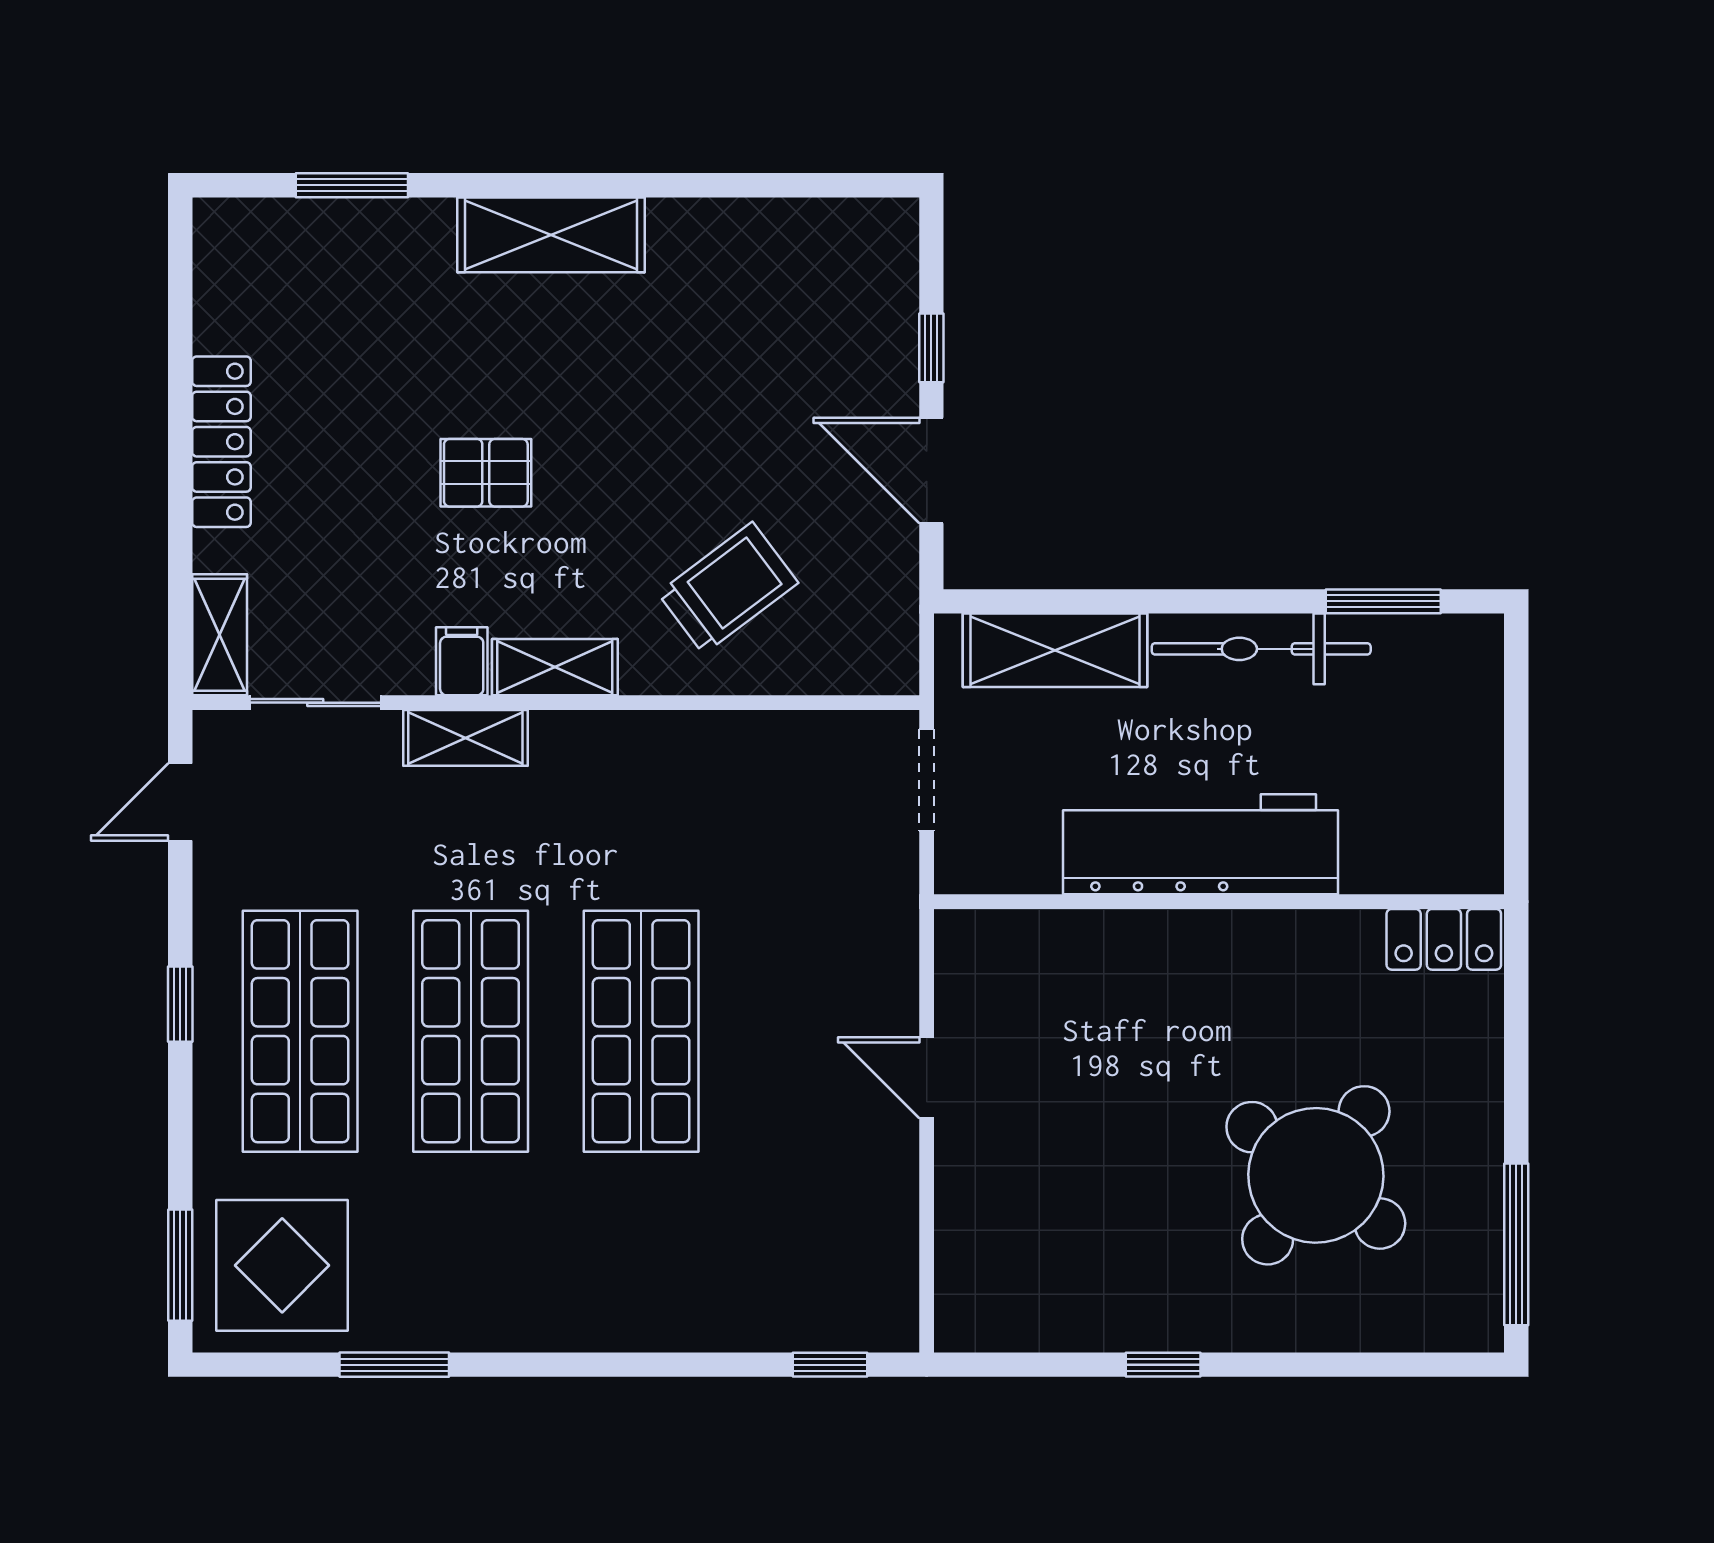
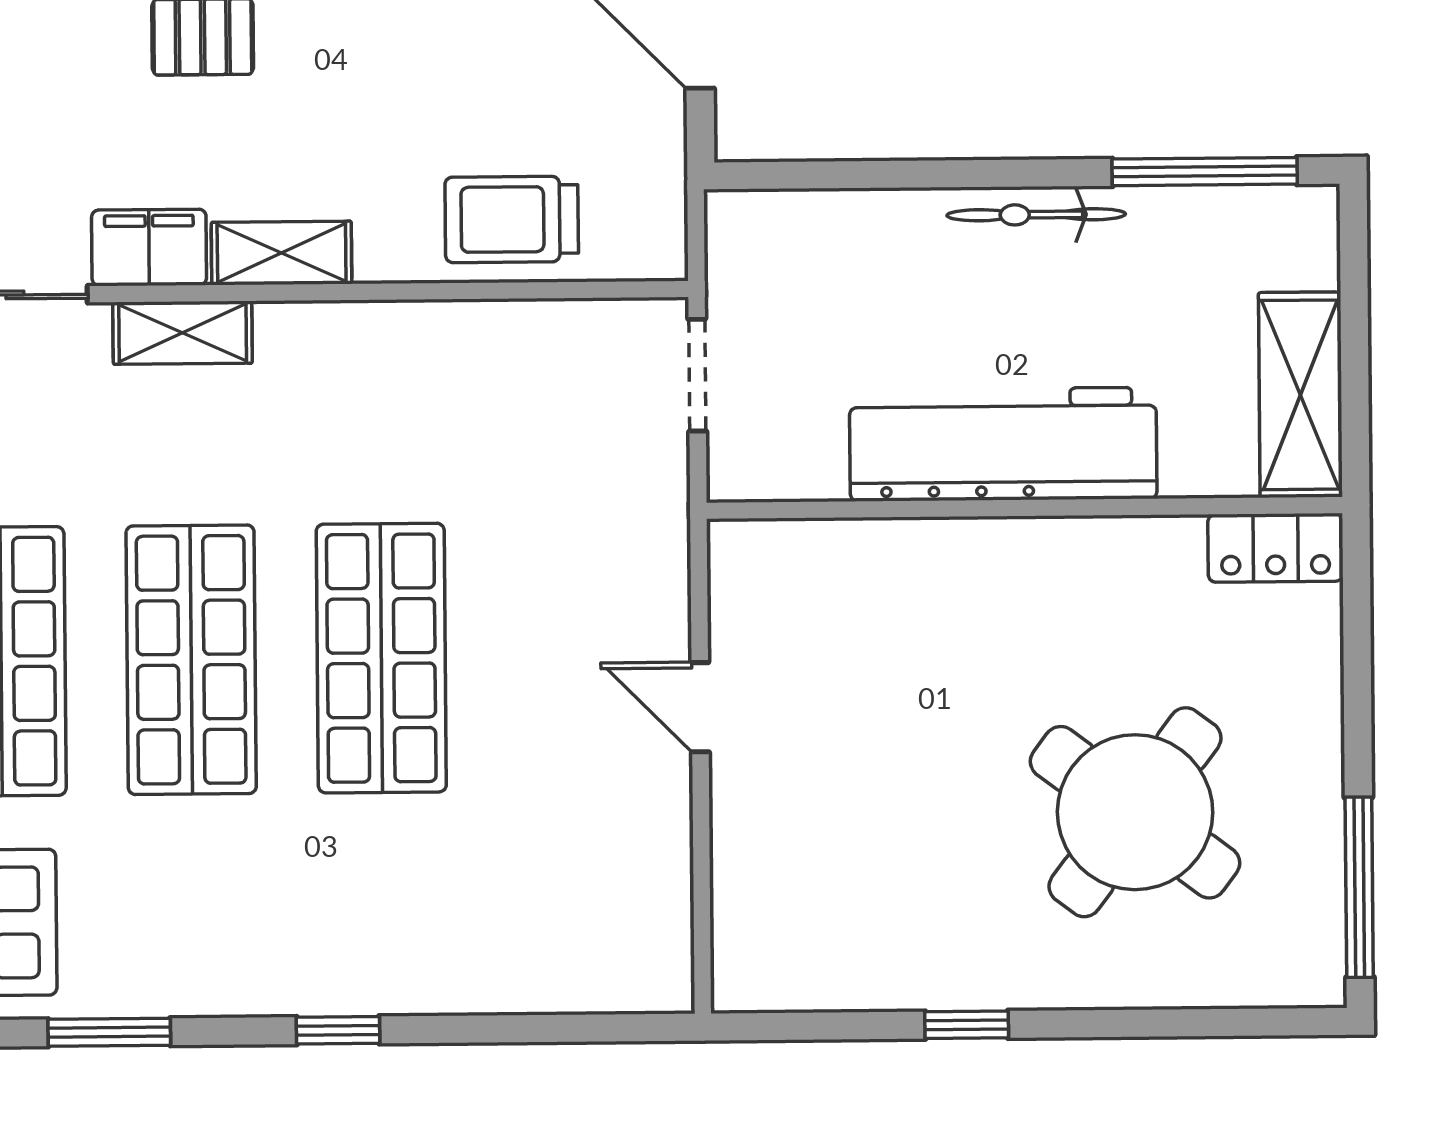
trolley: (728, 588) -> (512, 219), moved, turned -143
window: (1383, 601) -> (1205, 172), width x1.44
bicycle: (1261, 649) -> (1036, 215), width x0.73, depth x0.71
shelving: (1055, 650) -> (1300, 395), moved, turned 90
filing cabinet: (462, 661) -> (149, 248), width x2.00
window: (830, 1365) -> (338, 1030), moved

